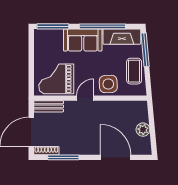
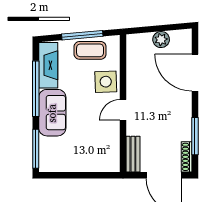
window: (145, 50) -> (82, 35), moved
grand piano: (56, 79) -> (100, 145), removed
door: (85, 98) -> (123, 110), hinge flipped
door: (116, 157) -> (195, 73), hinge flipped

